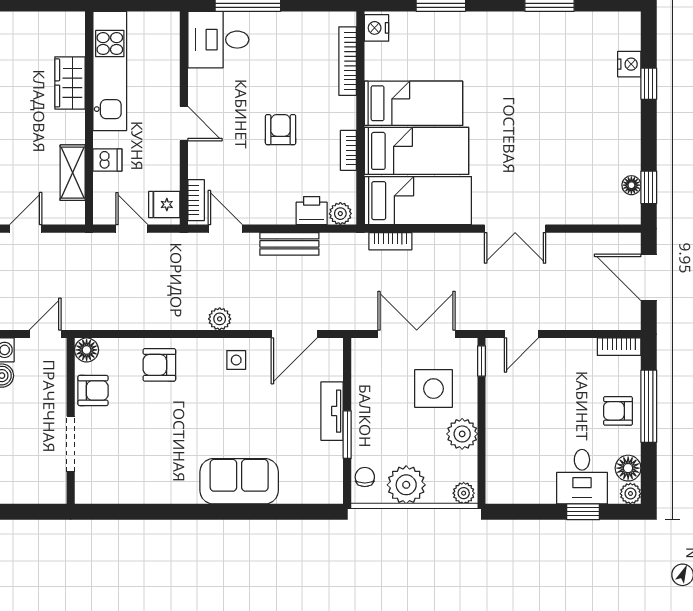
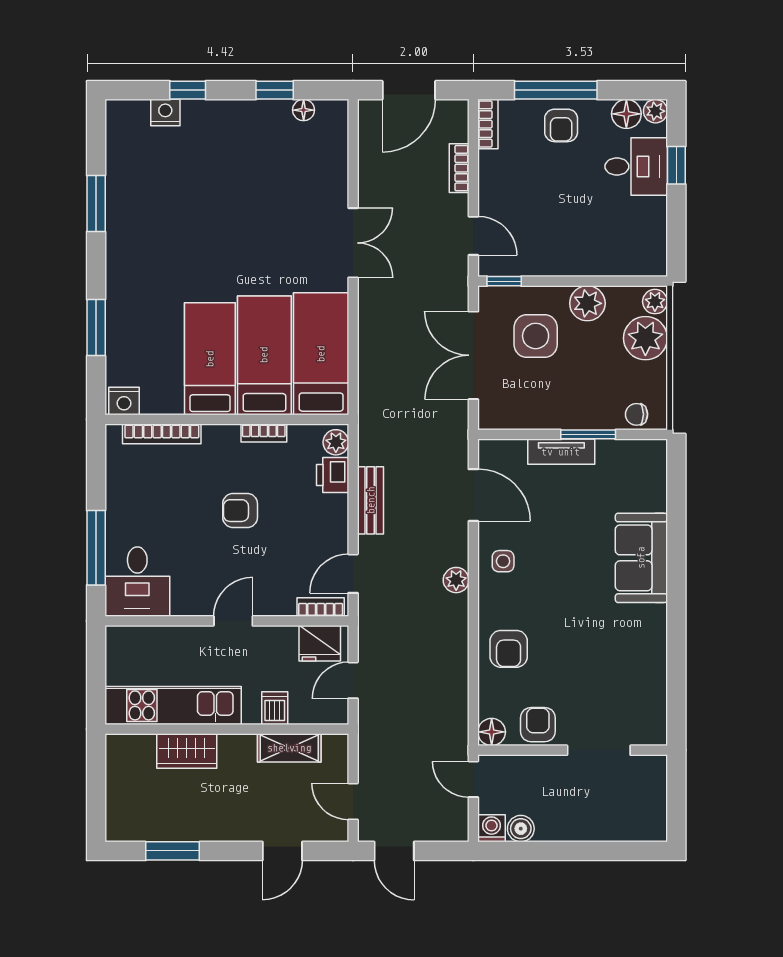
window: (649, 187) -> (275, 90), moved
fridge: (164, 204) -> (320, 643), width x1.38
bookcase: (390, 241) -> (459, 168), moved, turned 180
plant: (406, 485) -> (645, 338), moved

